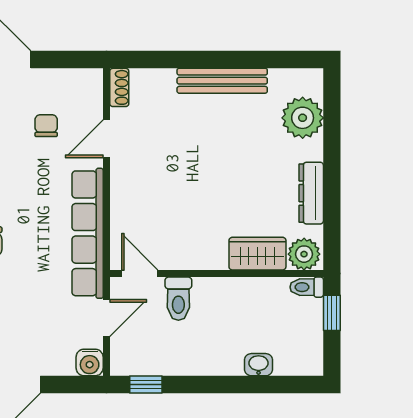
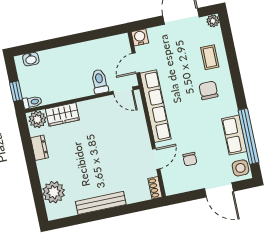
dresser: (311, 193) -> (39, 148), width x0.70
washbasin: (259, 365) -> (31, 59), moved
window: (146, 384) -> (107, 32), removed

